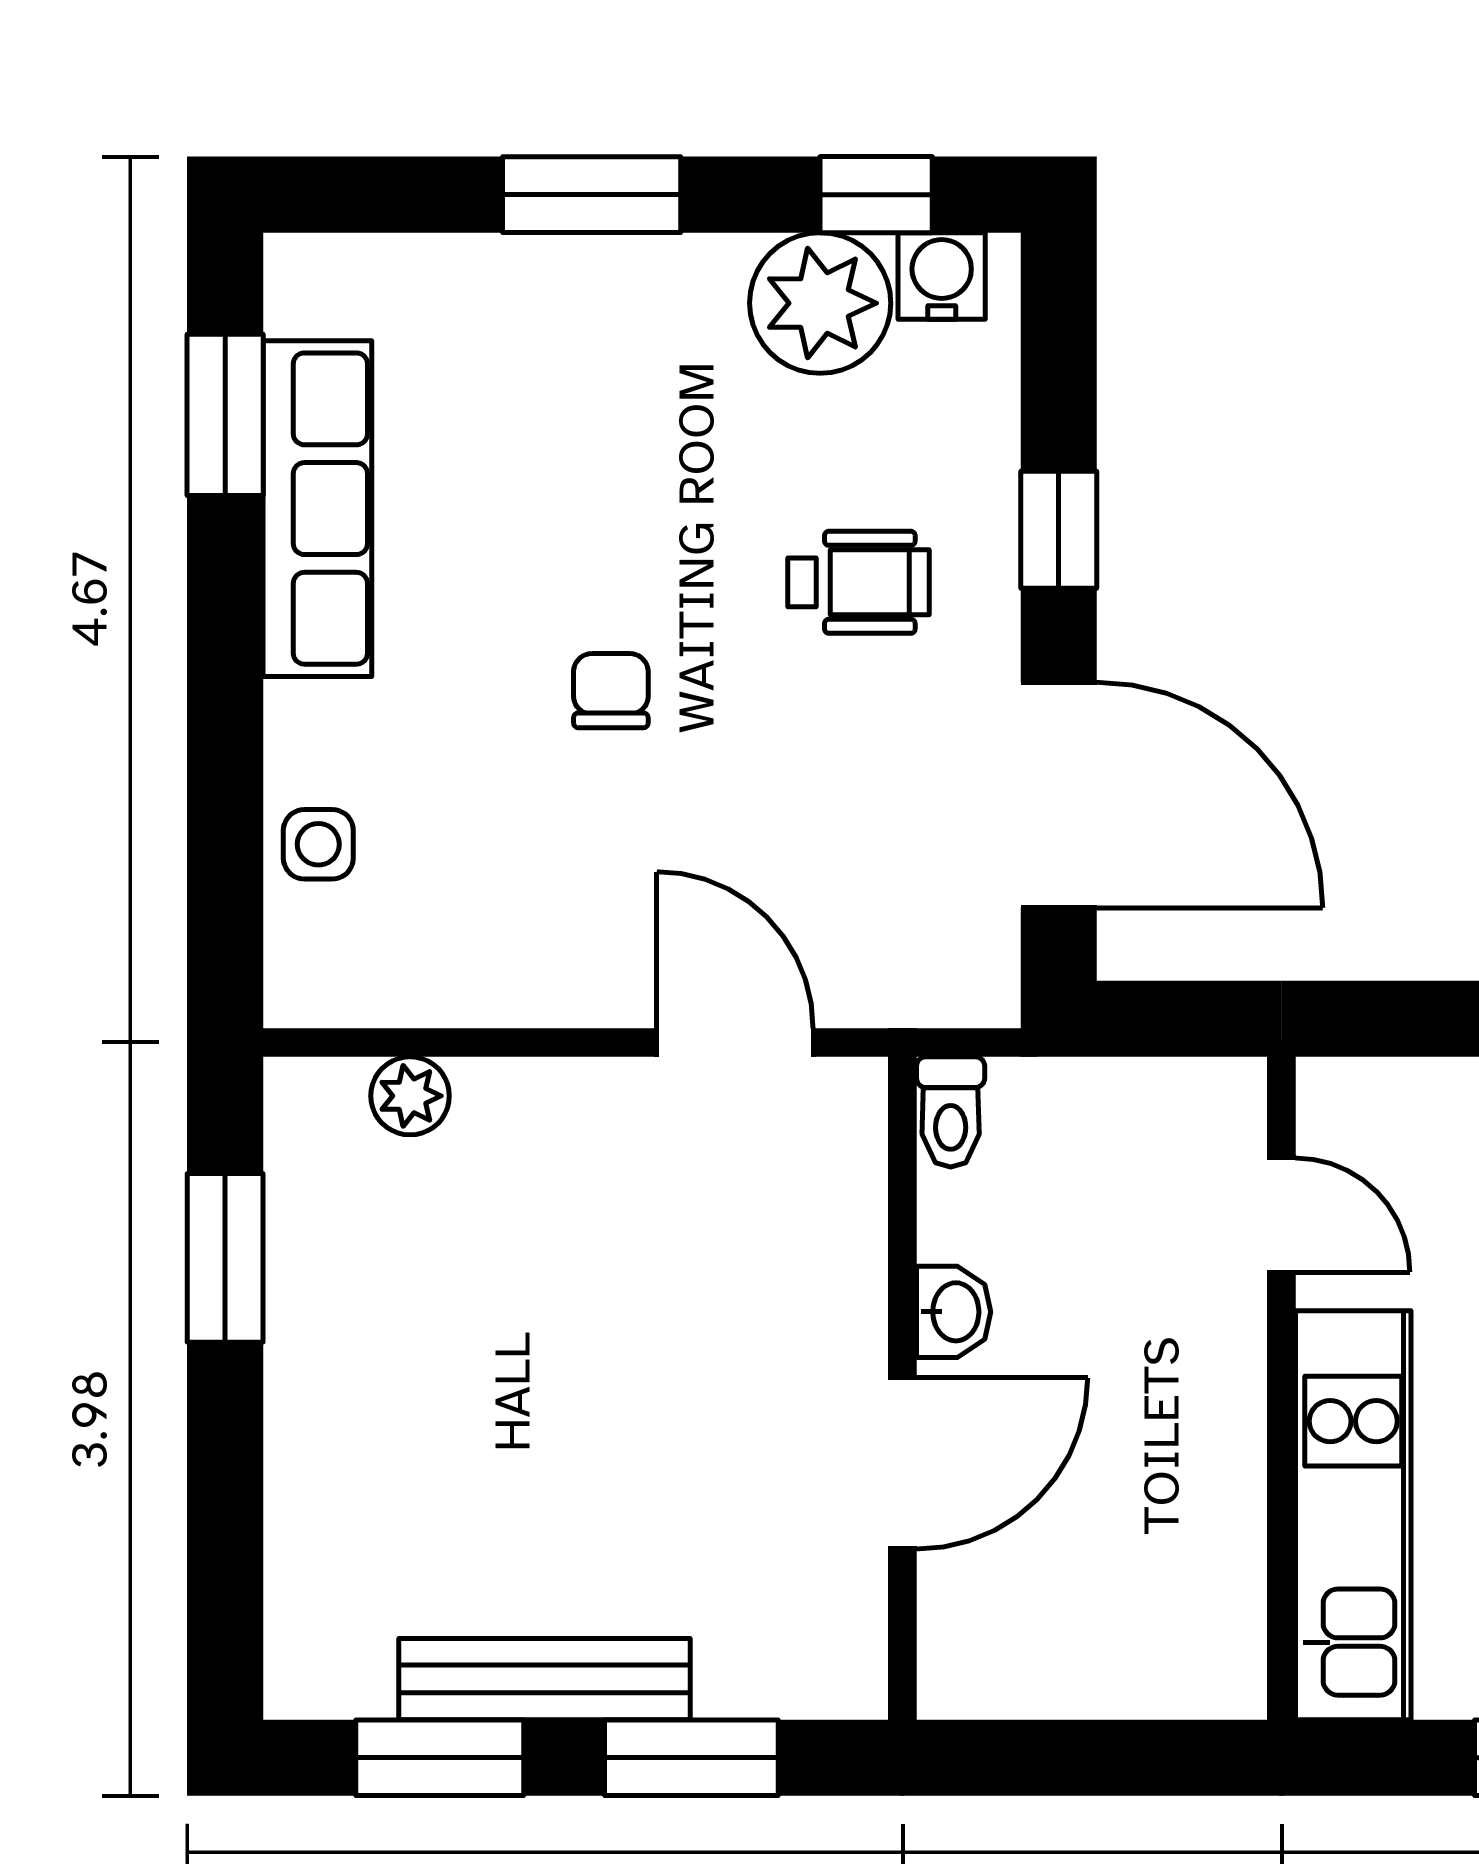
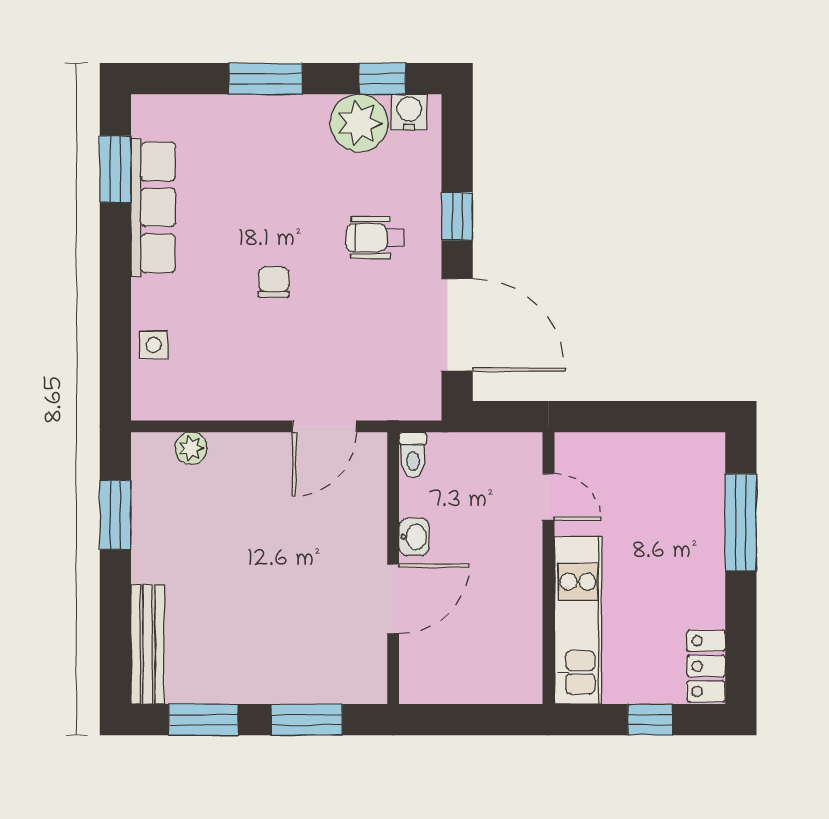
wheelchair: (859, 582) -> (375, 238), turned 180
door: (735, 1042) -> (324, 426), swing flipped
bench: (545, 1679) -> (148, 644), moved, turned 90

